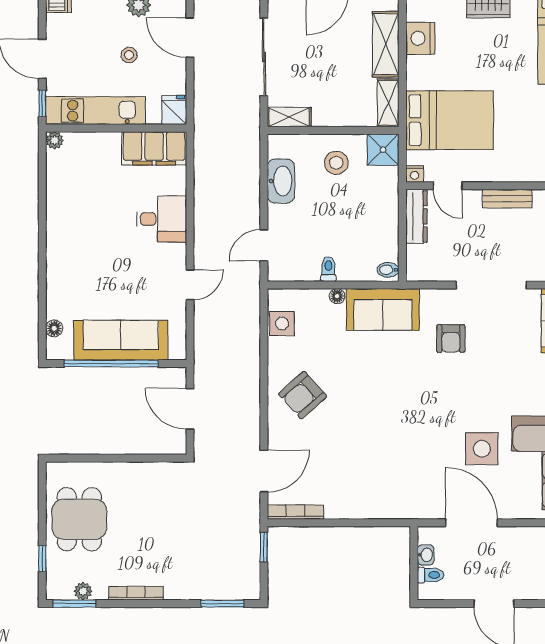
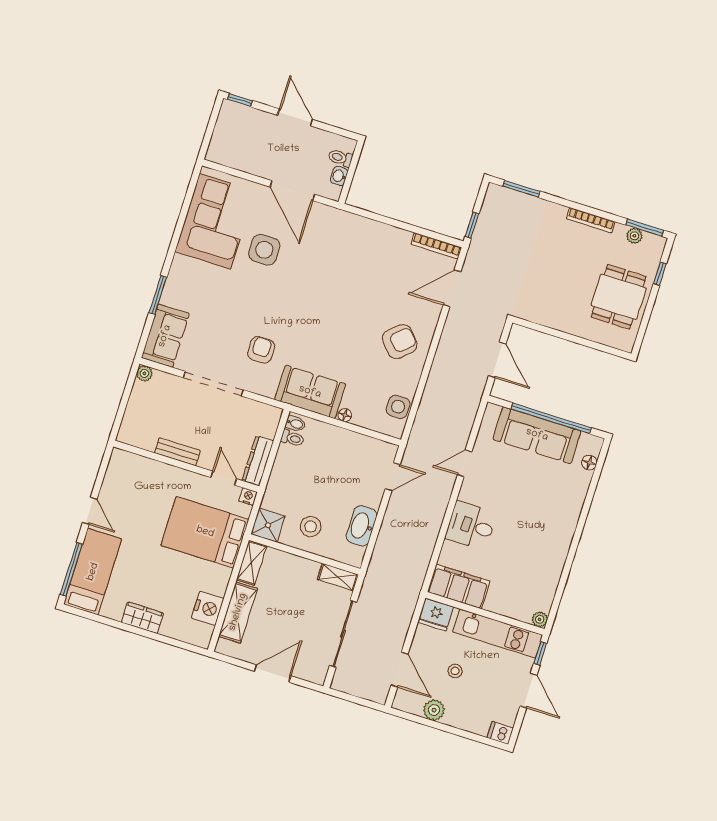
fridge: (174, 110) -> (436, 615), width x1.38
toilet: (328, 269) -> (292, 438), moved, turned -90

